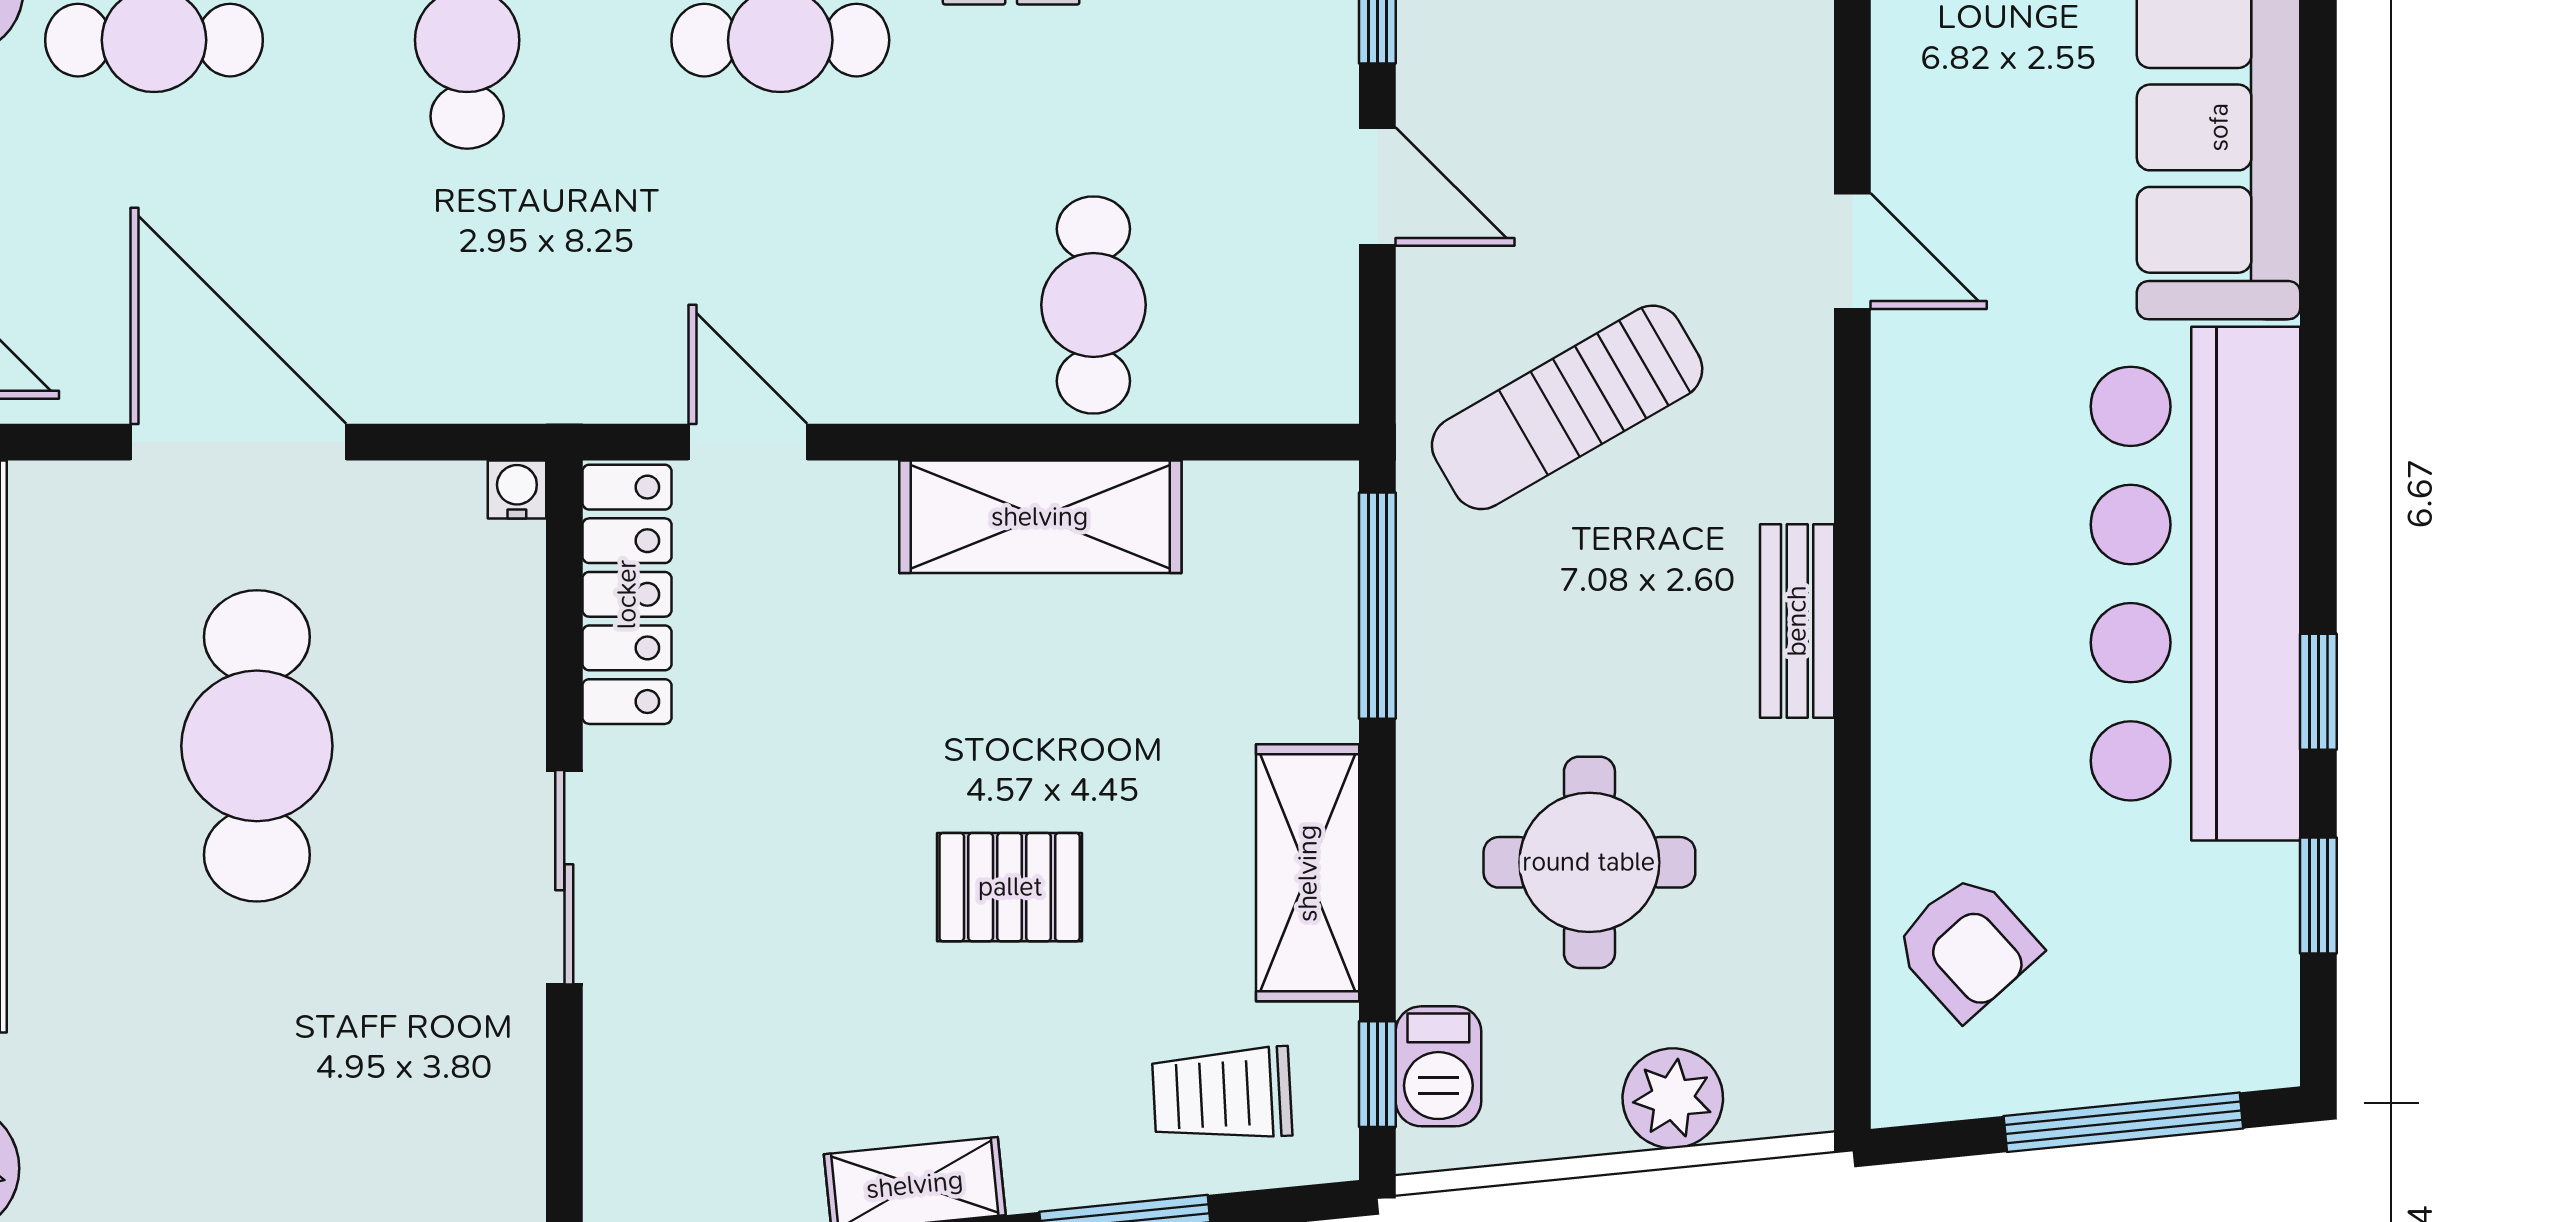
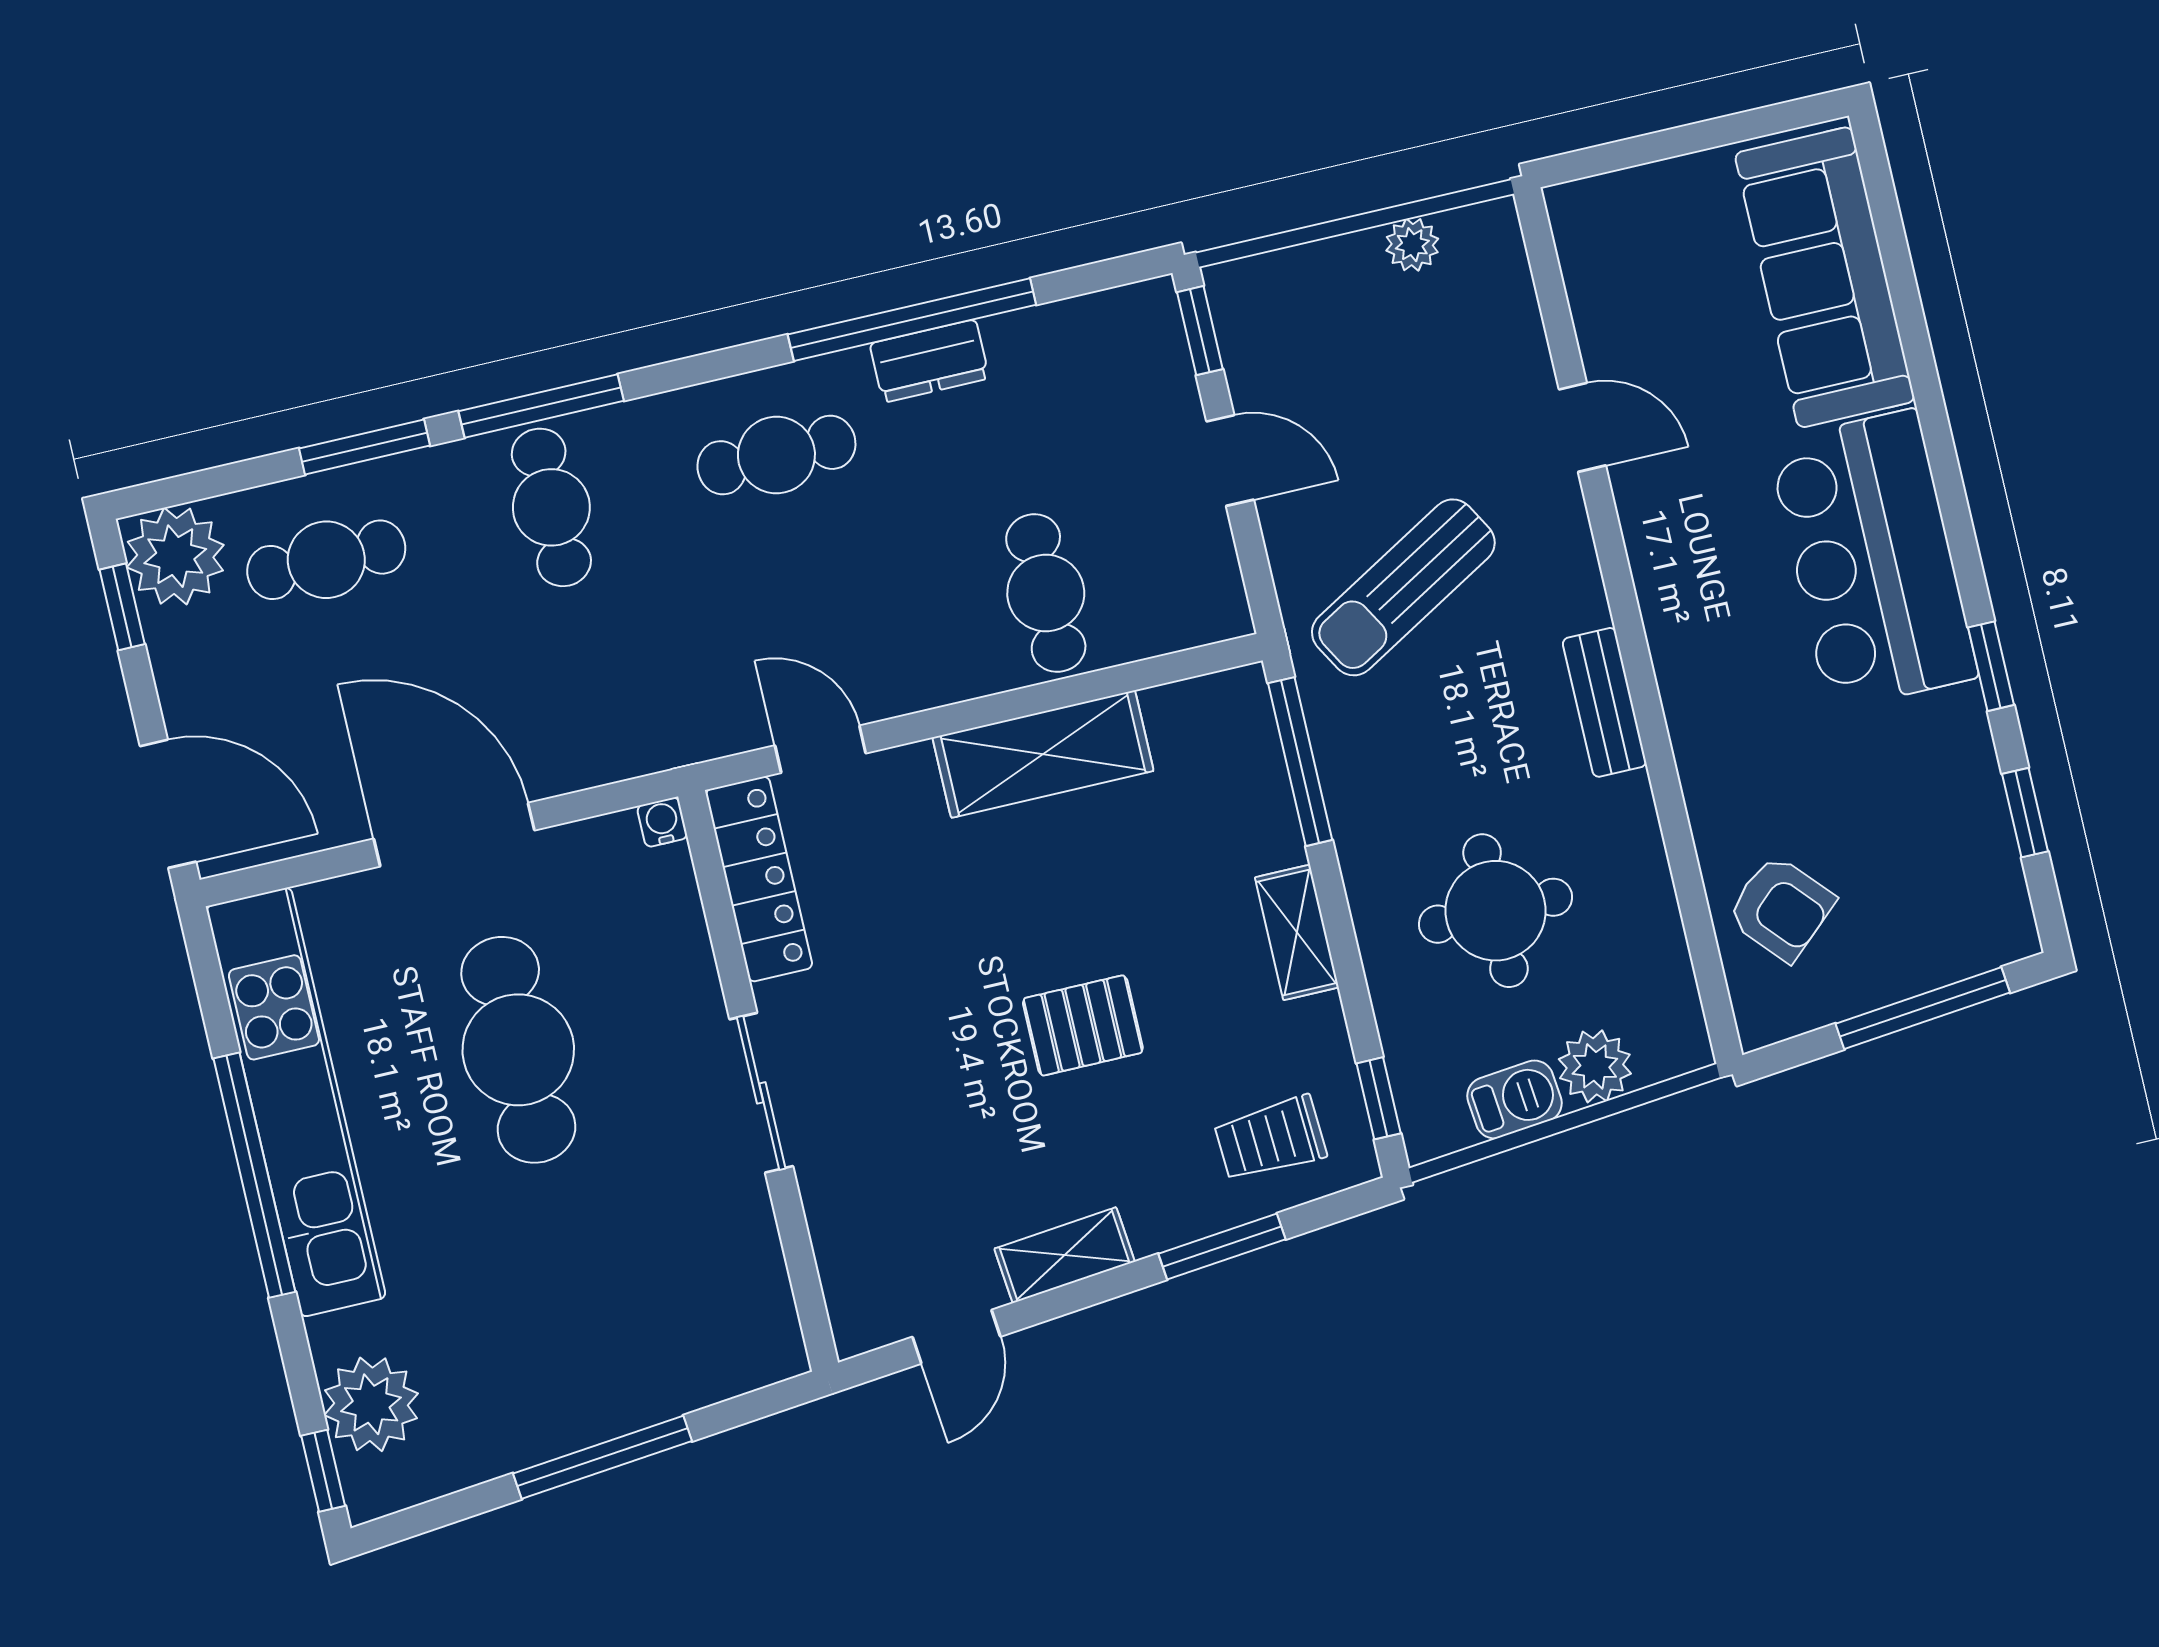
bar counter: (2195, 584) -> (1873, 560), width x0.73
shelving: (1308, 873) -> (1297, 932), width x0.67, depth x0.75
barbecue: (1438, 1066) -> (1515, 1099), moved, turned -96

